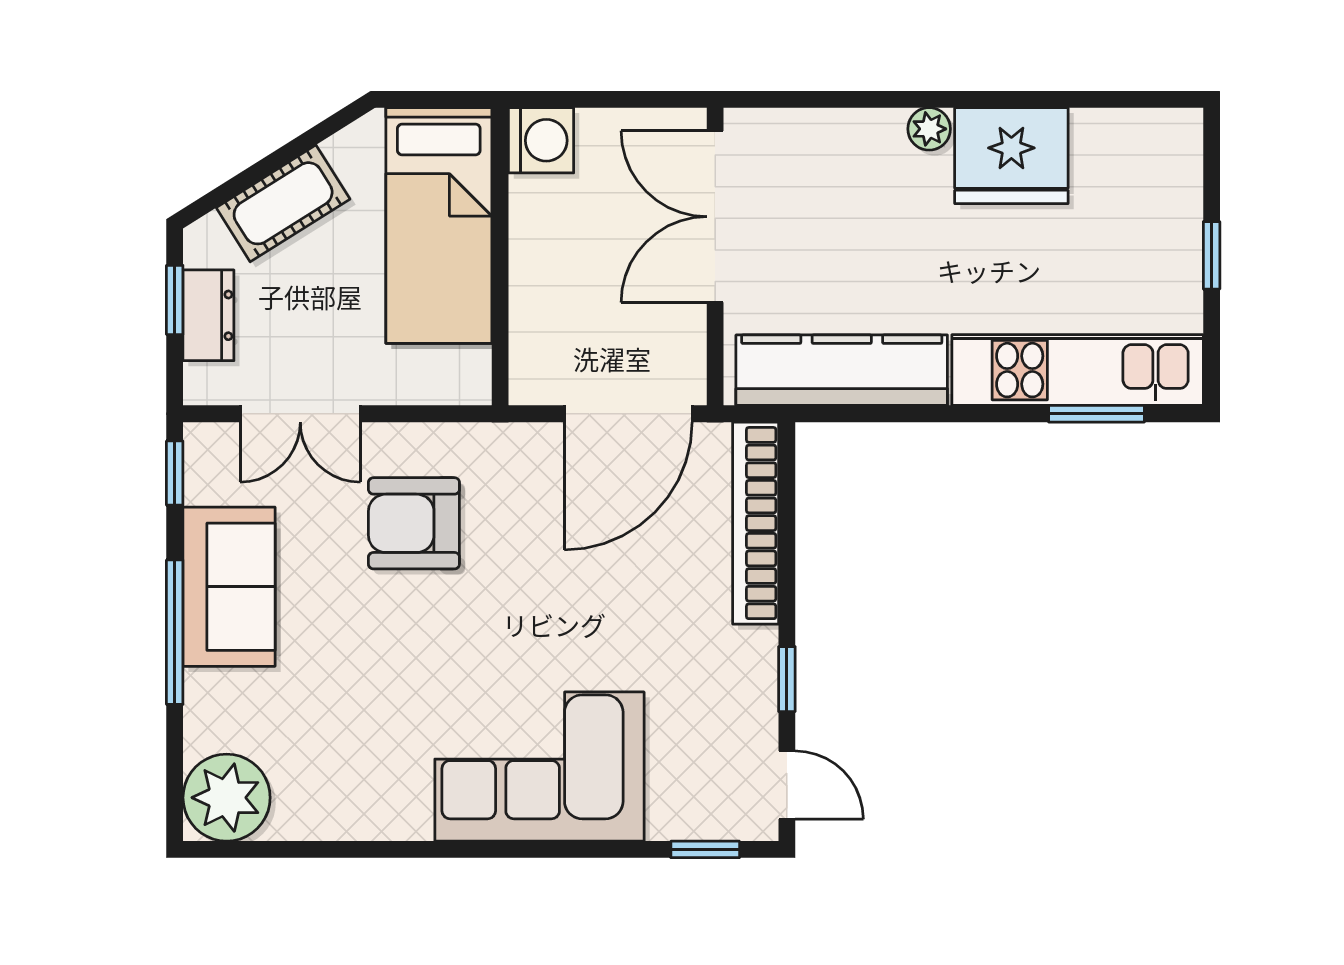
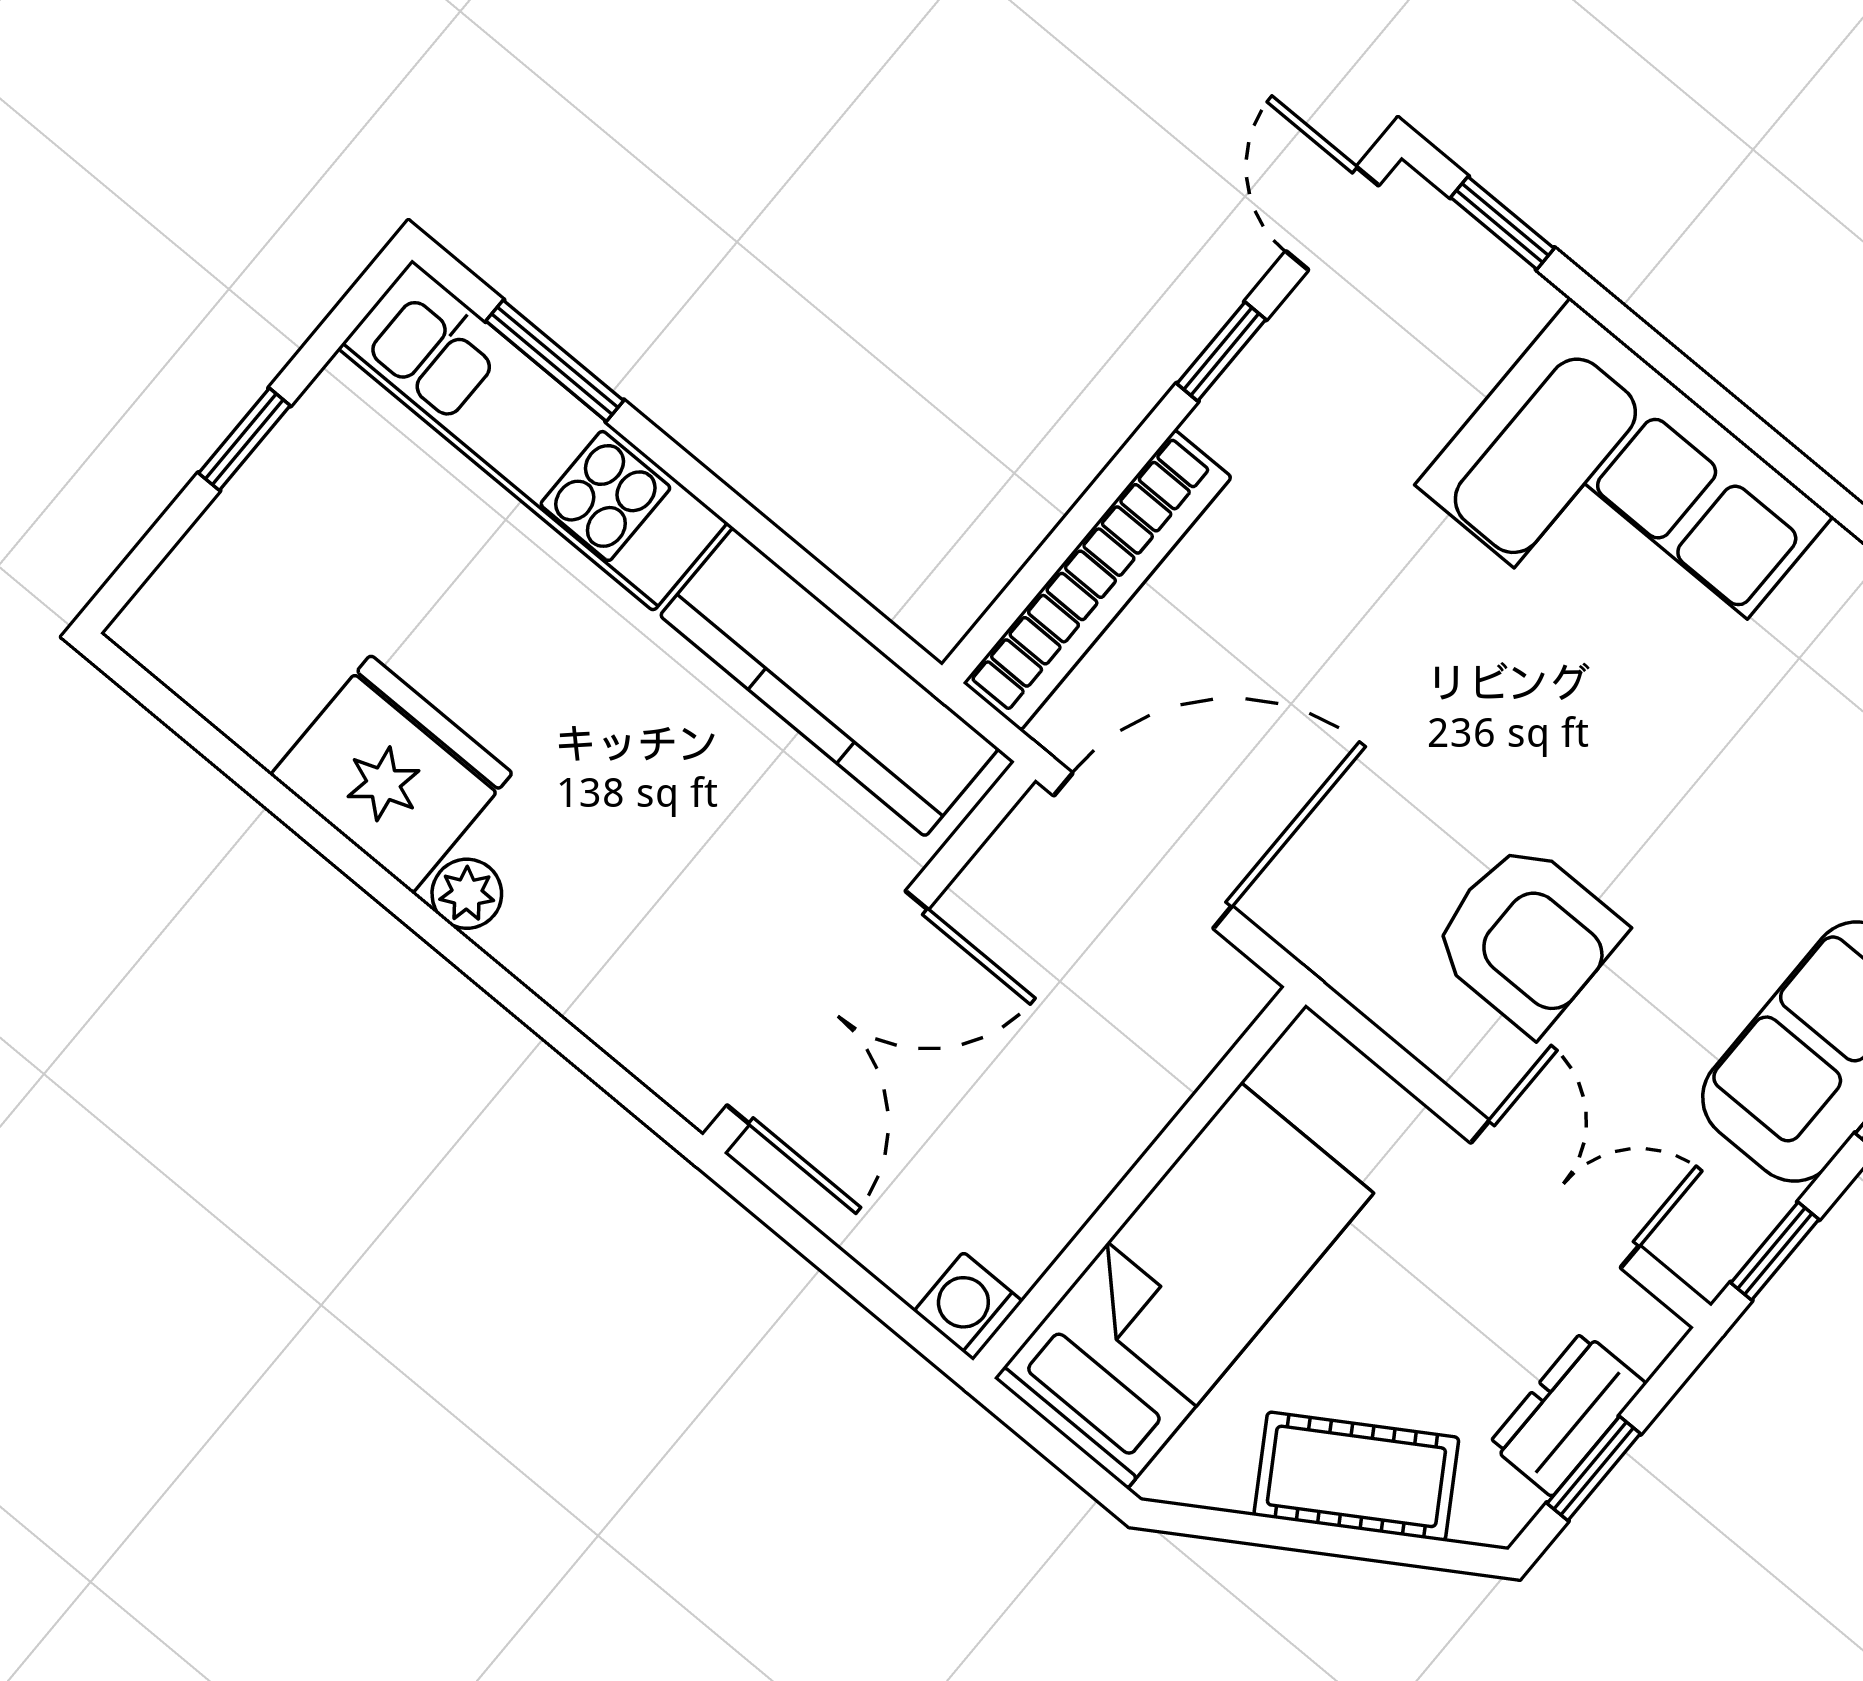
washing machine: (541, 140) -> (968, 1306), width x0.73, depth x0.73

